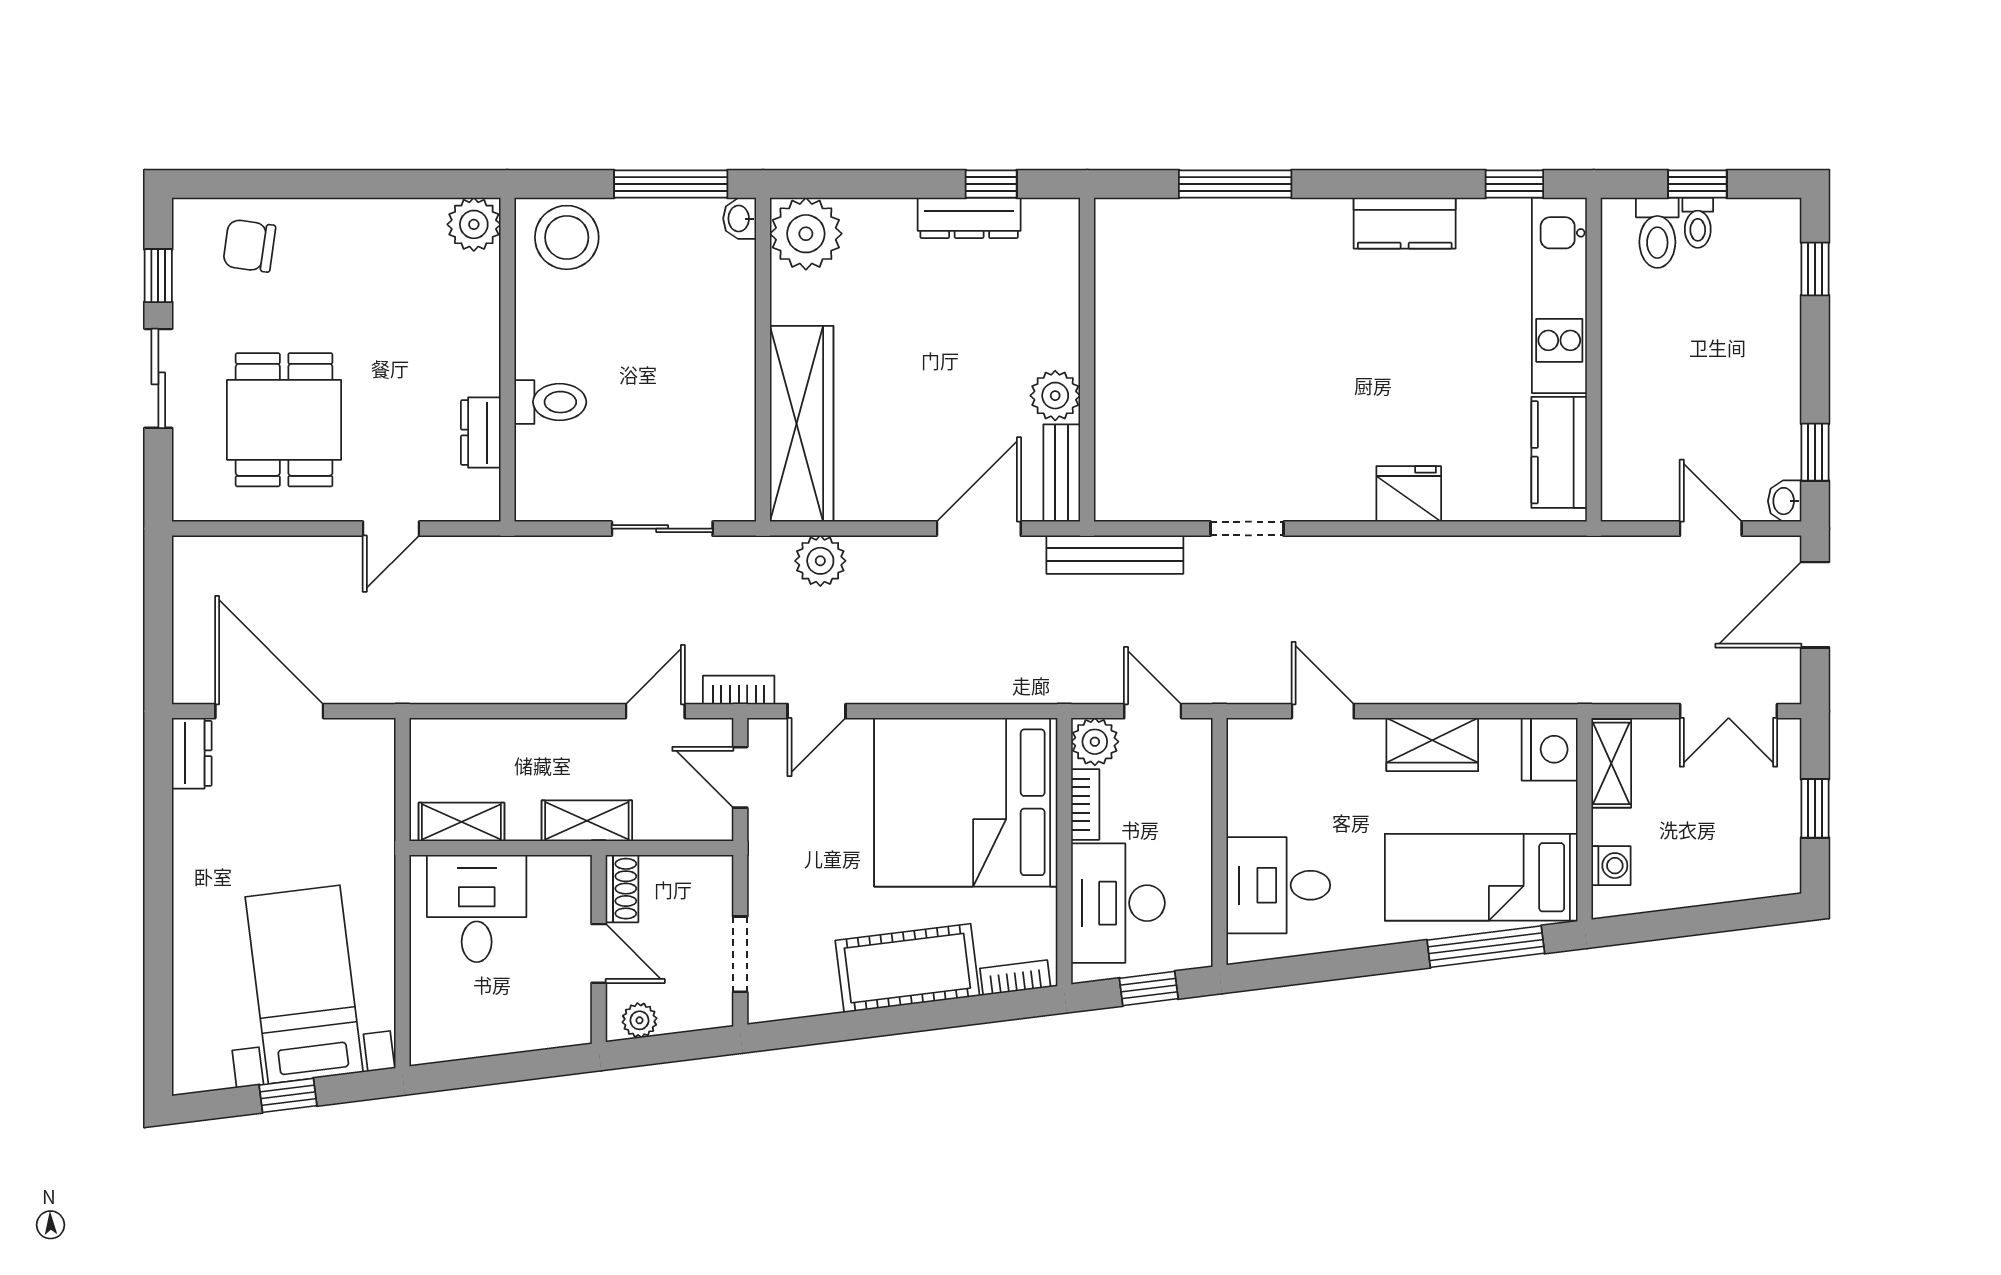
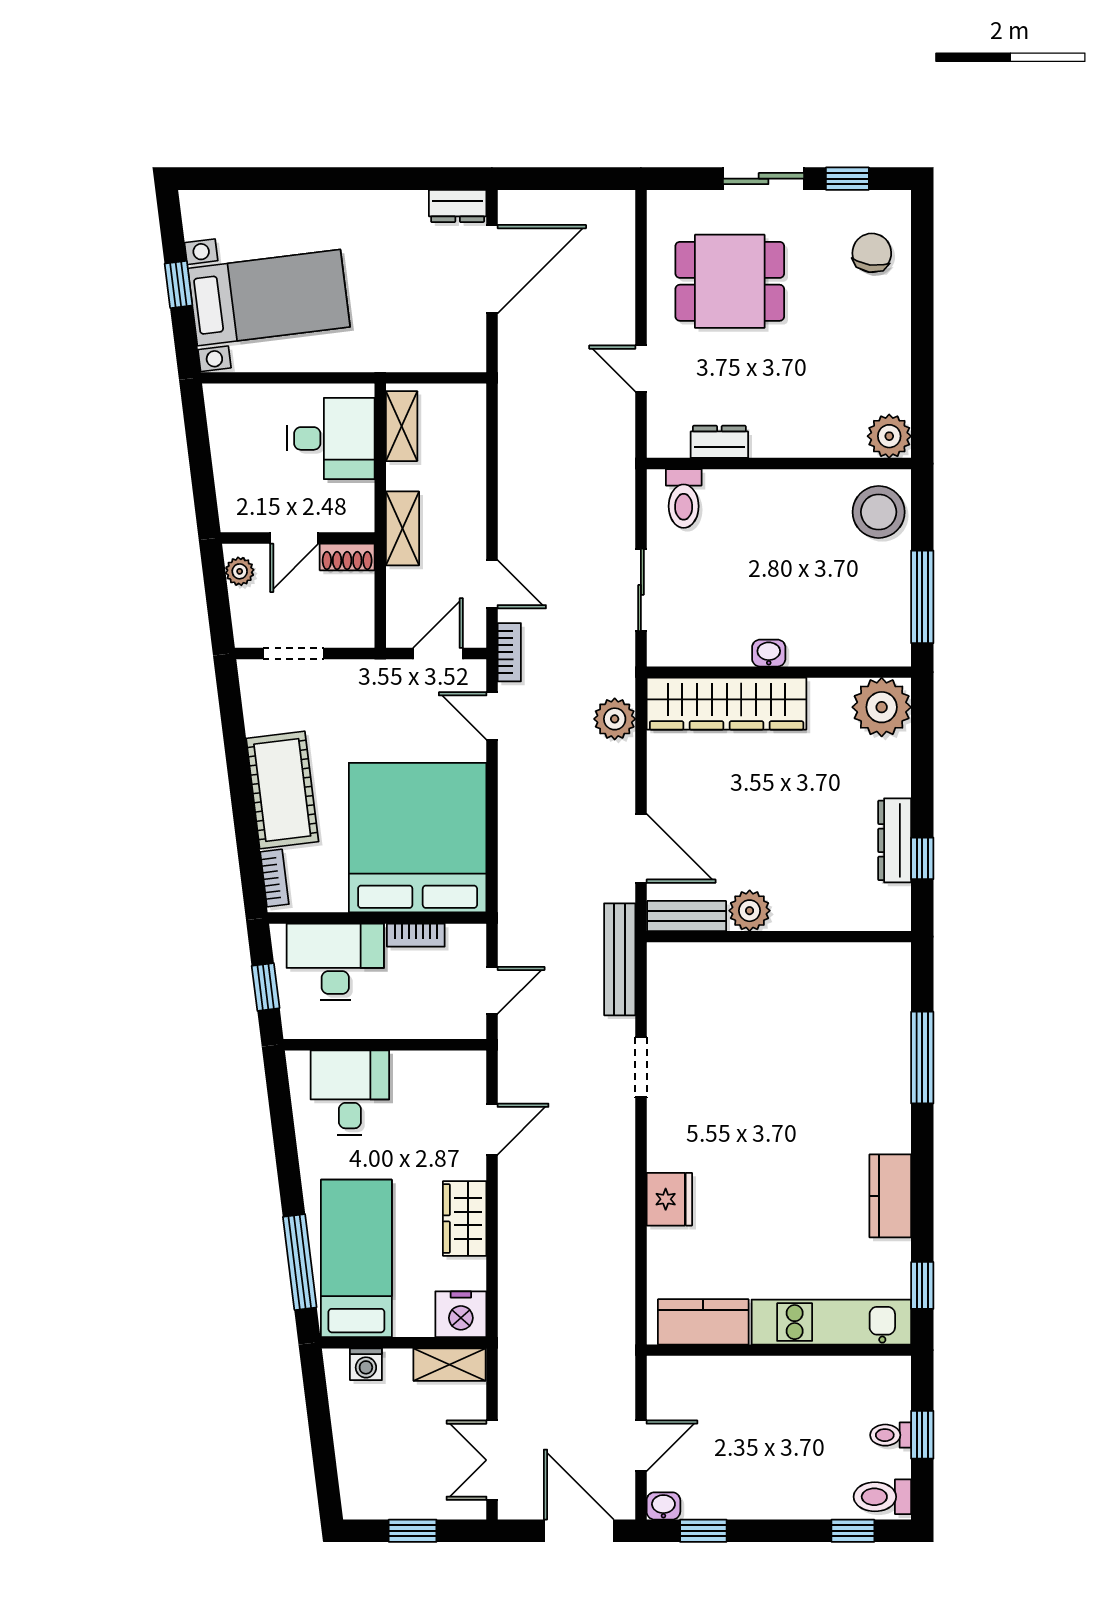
washbasin: (740, 219) -> (769, 653), moved
toilet: (1657, 233) -> (882, 1497), moved
toilet: (550, 402) -> (684, 499), moved
plant: (1095, 742) -> (467, 943), removed

